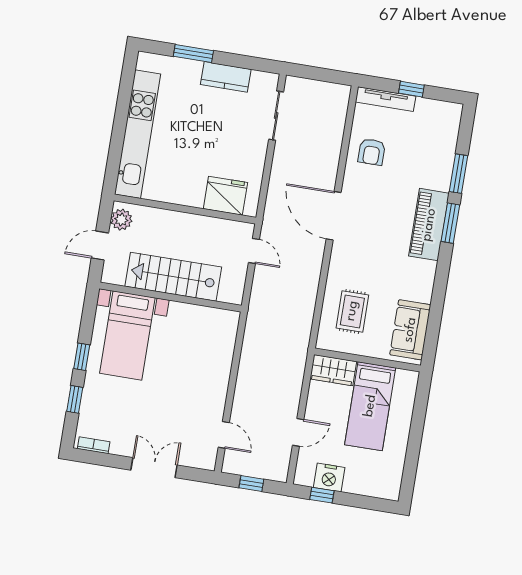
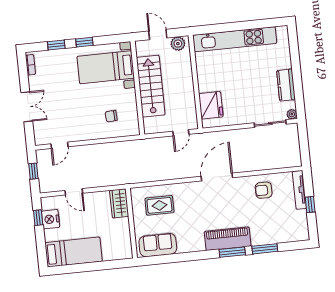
window: (193, 53) -> (295, 61), removed
plant: (271, 80) -> (292, 114), added
chair: (202, 347) -> (111, 116), added
bed: (370, 406) -> (74, 252), moved, turned 180

